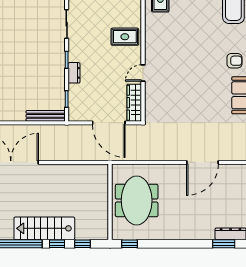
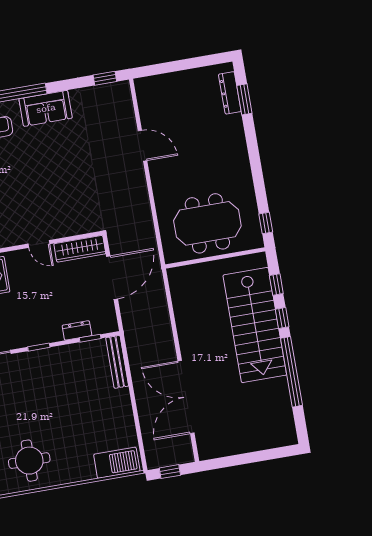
dresser: (74, 73) -> (77, 330), moved
door: (203, 162) -> (143, 146), width x0.73
stairs: (44, 228) -> (255, 325), width x1.36, depth x1.51

